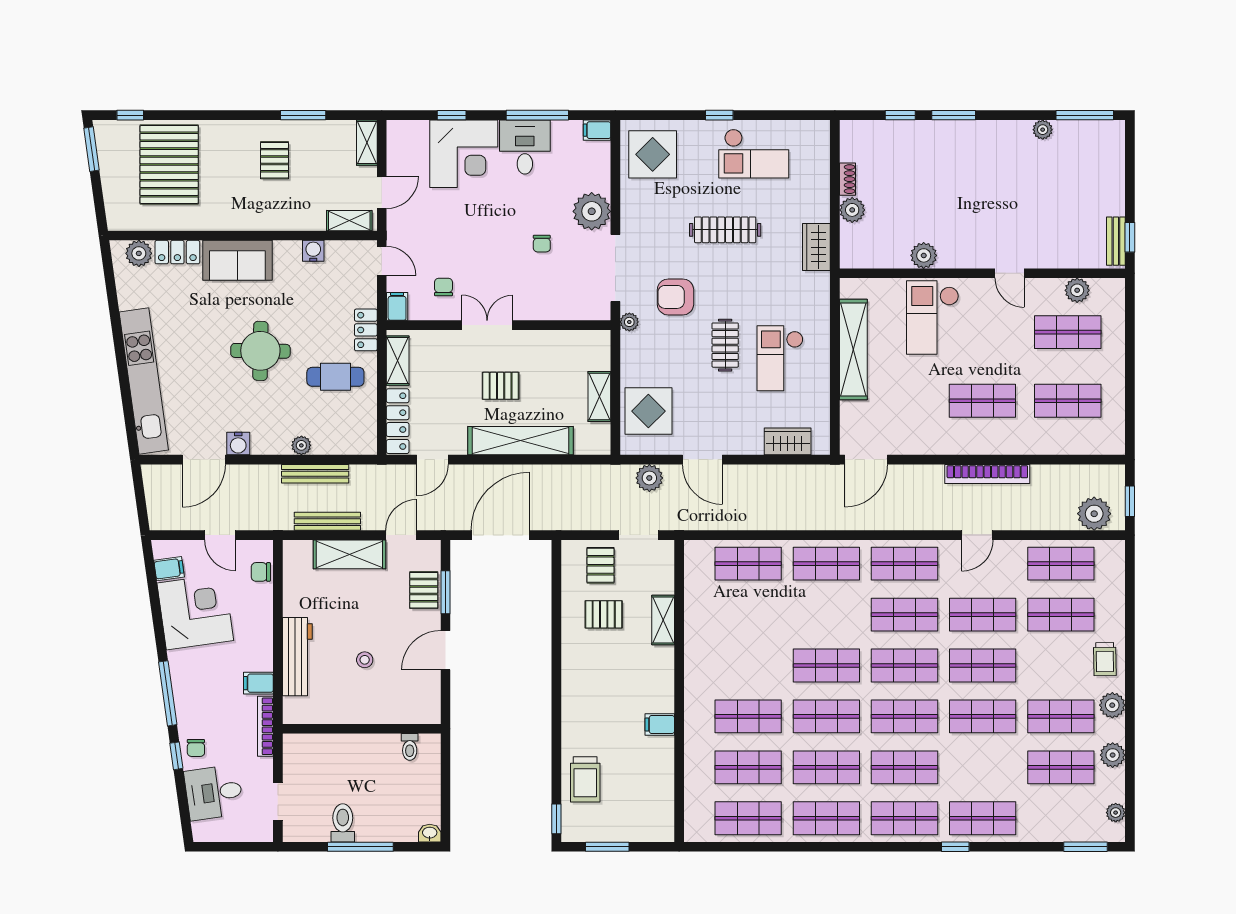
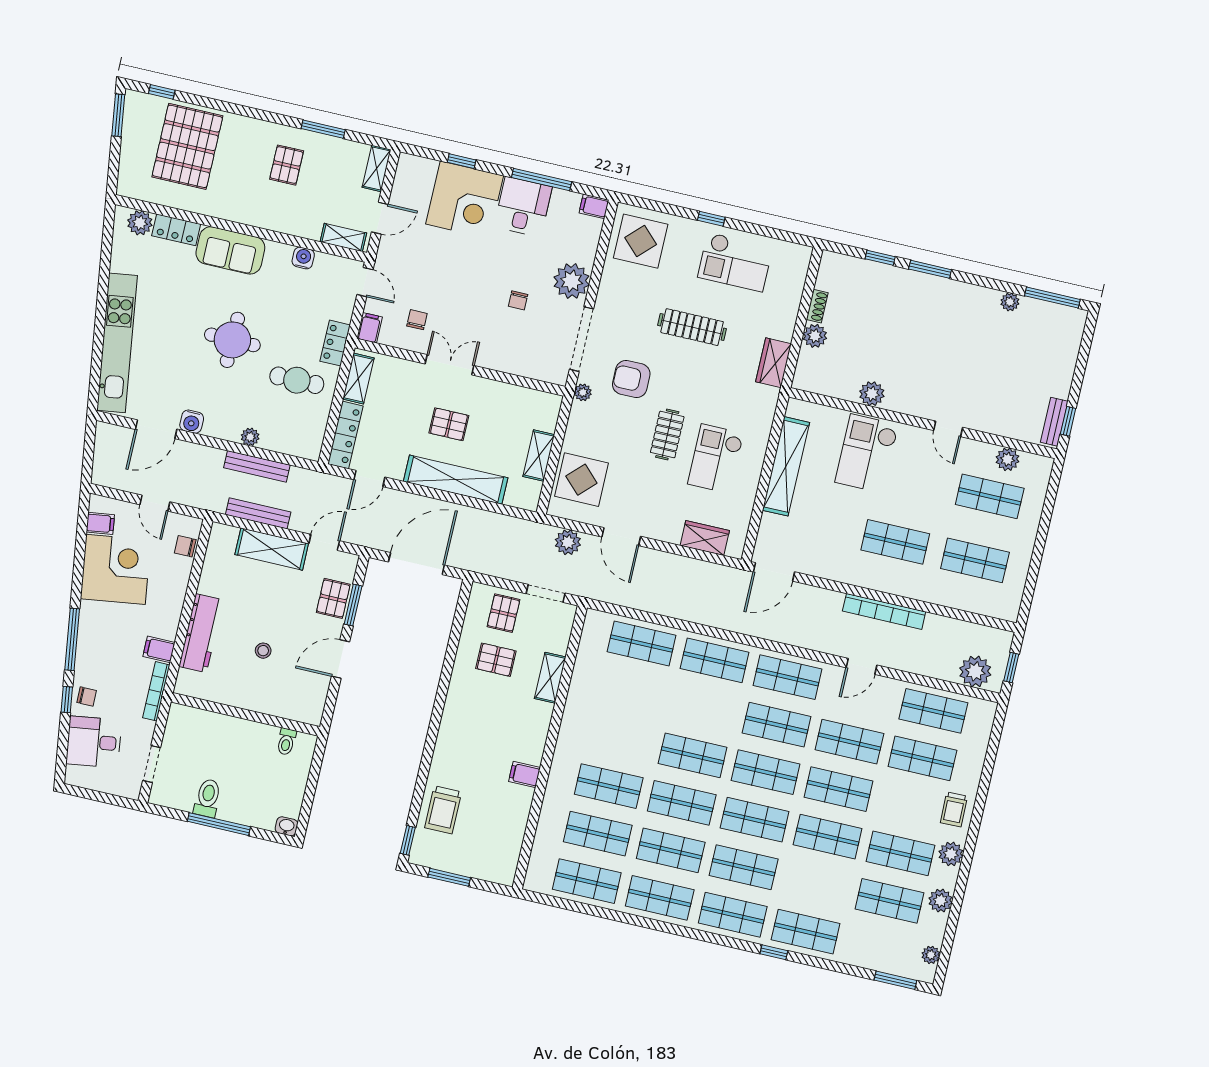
chair: (196, 748) -> (87, 696), turned -90

